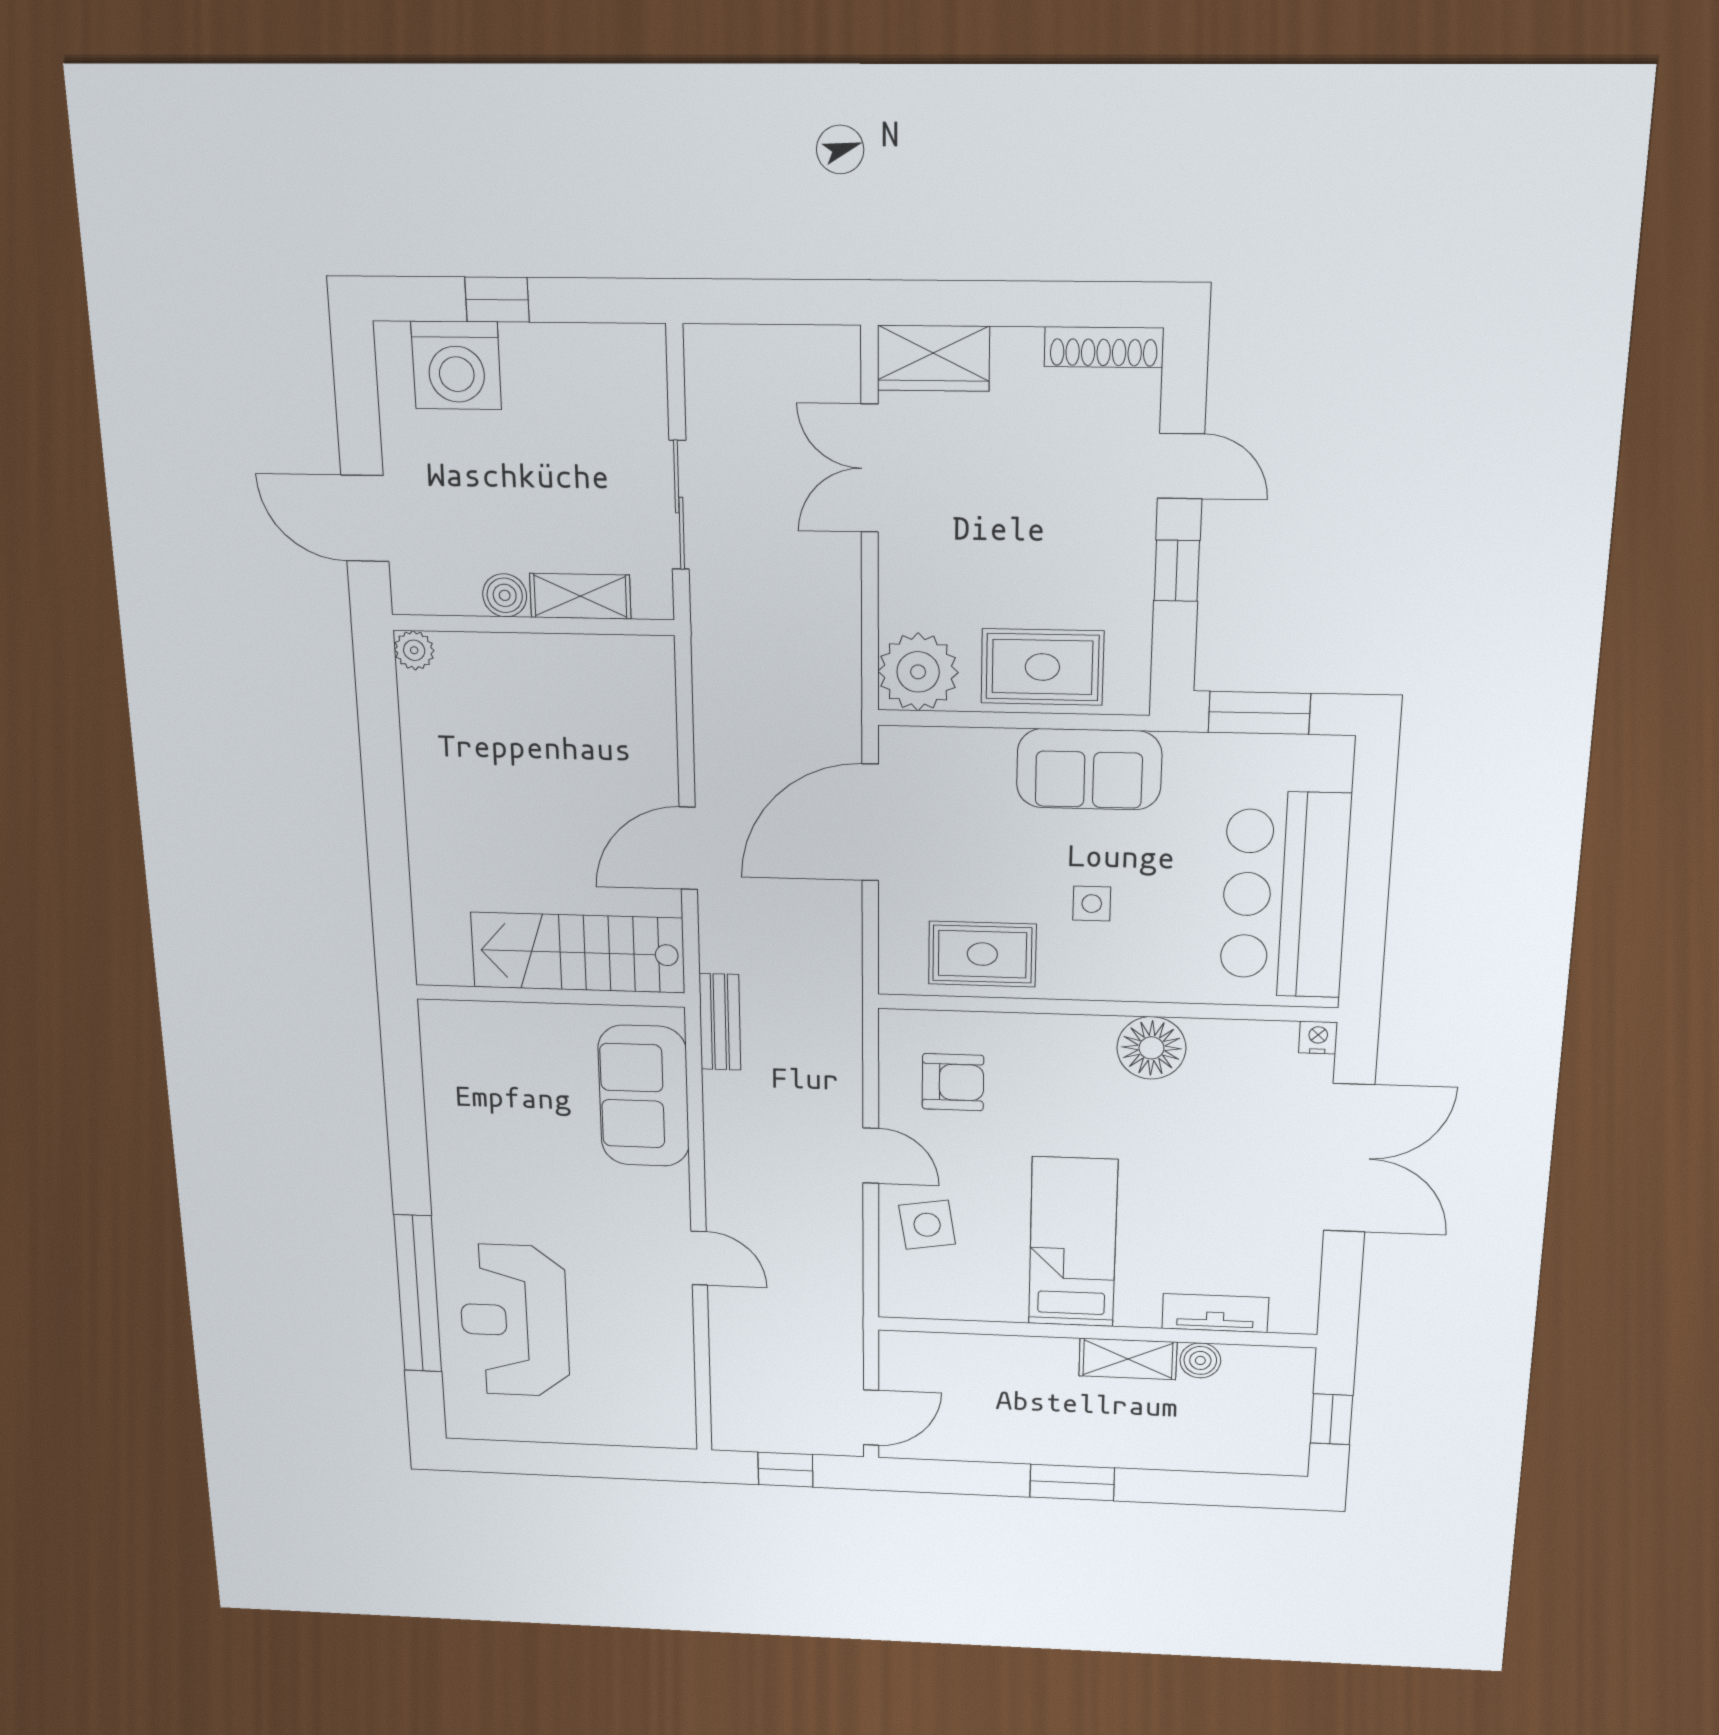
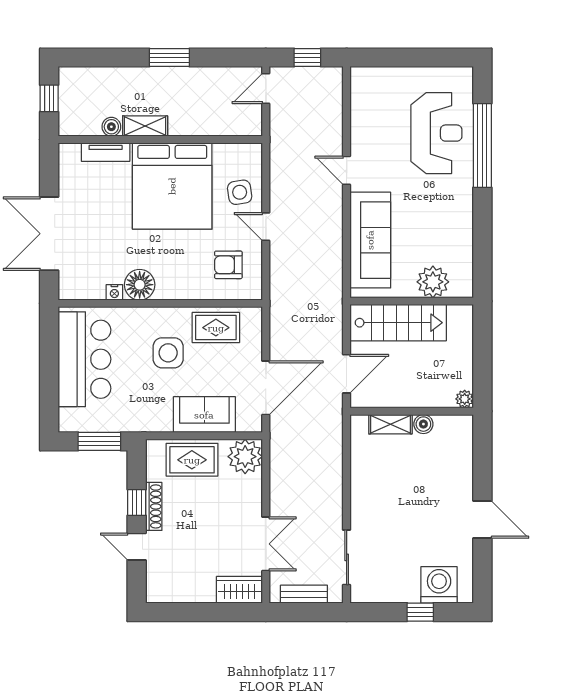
shoe rack: (1104, 347) -> (154, 506), moved, turned 90
sliding door: (679, 505) -> (347, 557), moved
boiler: (505, 595) -> (423, 424), moved
shelving: (580, 596) -> (390, 424), moved
wall: (533, 625) -> (412, 411), moved
plant: (414, 650) -> (465, 399), moved
sofa: (1089, 769) -> (204, 415), moved
side table: (1092, 904) -> (168, 353), width x1.87, depth x1.87
bench: (720, 1022) -> (304, 594), moved, turned 90
plant: (506, 1034) -> (433, 282), added
nightstand: (1318, 1038) -> (114, 292), moved
sofa: (644, 1096) -> (370, 240), width x1.36
bed: (1073, 1242) -> (172, 186), width x2.04

